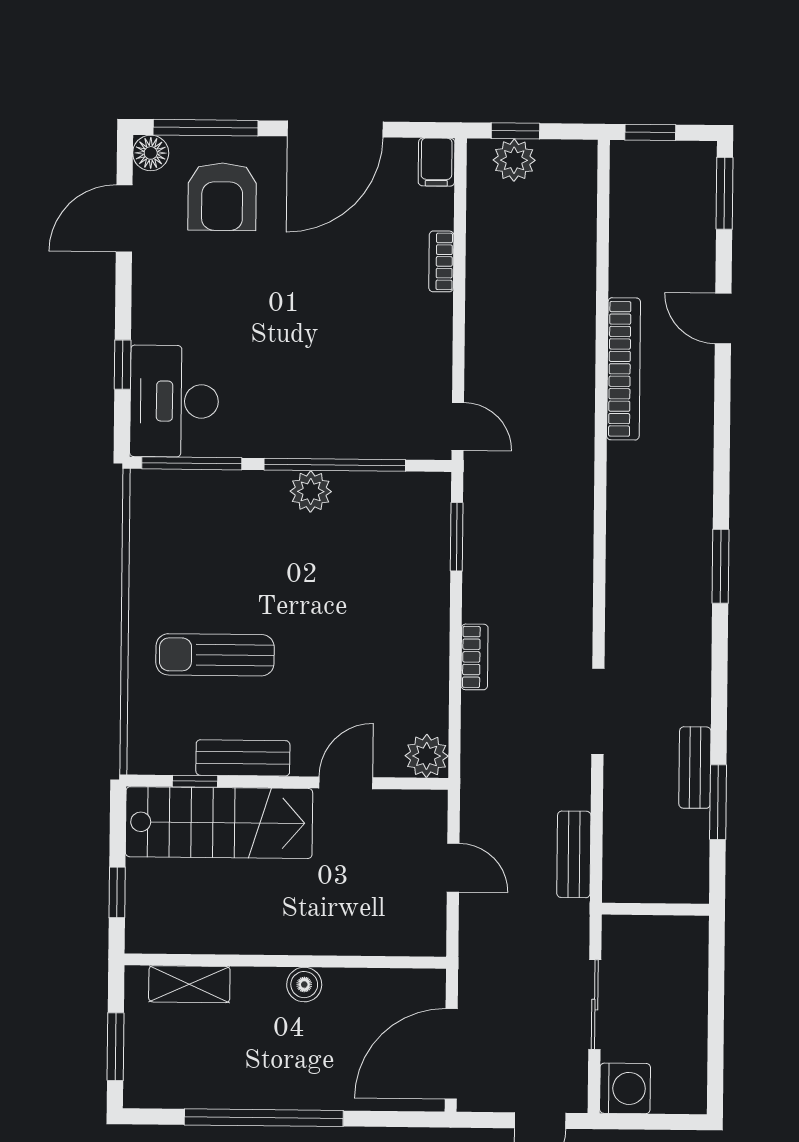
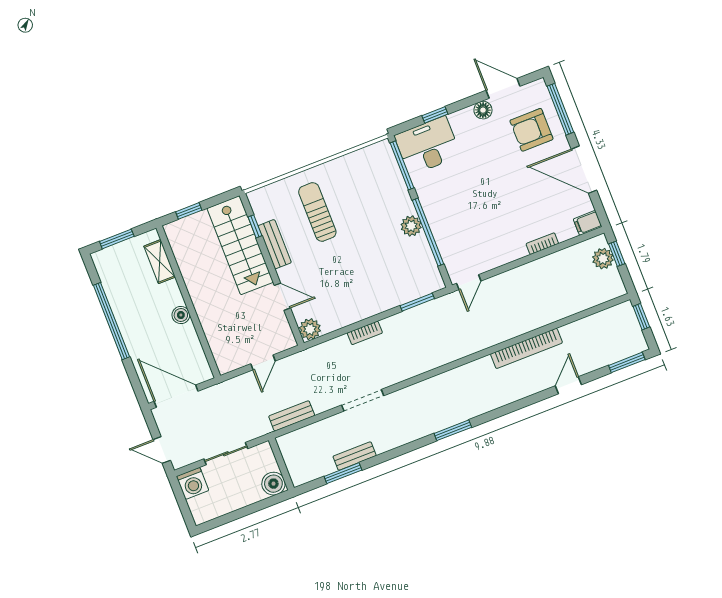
floor lamp: (151, 153) -> (483, 110), moved
boiler: (686, 939) -> (273, 484), added

